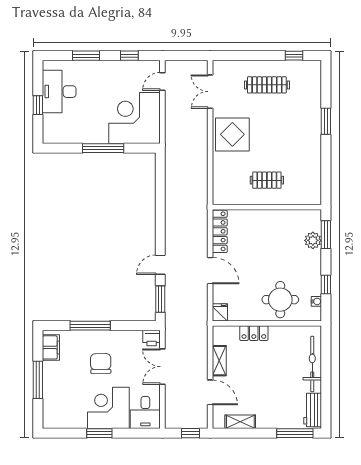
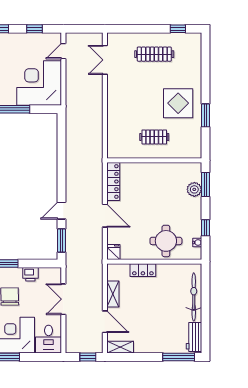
window: (326, 121) -> (206, 115), moved
display table: (232, 134) -> (178, 103), moved
printer: (152, 338) -> (30, 274), moved
shelving: (240, 422) -> (120, 347), moved

